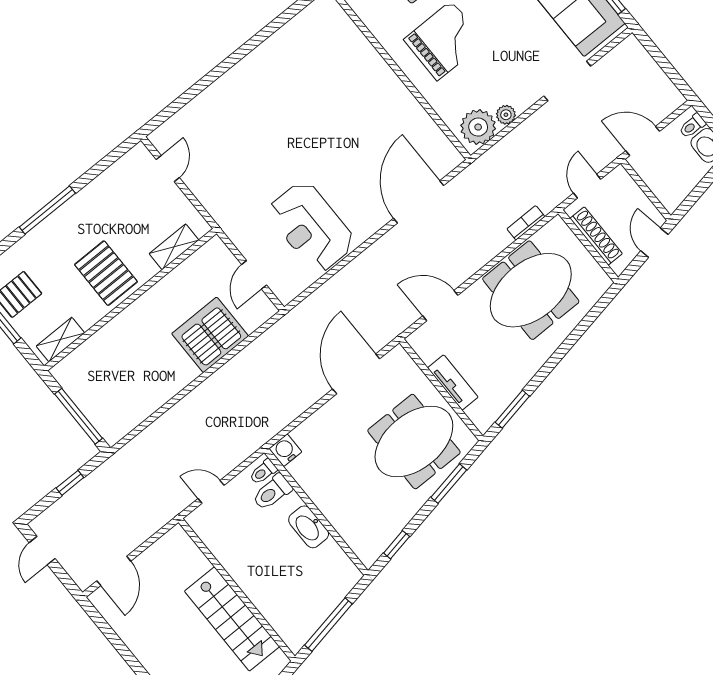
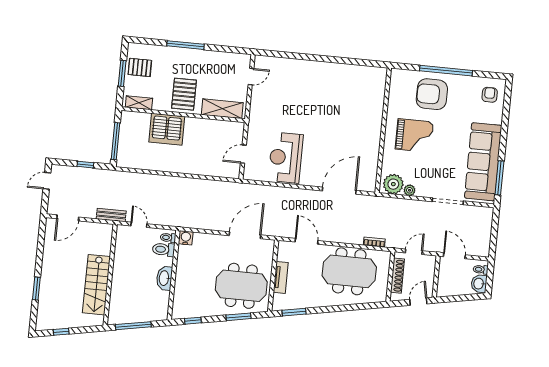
shelving: (174, 247) -> (222, 109), width x1.50, depth x1.33
server rack: (210, 335) -> (167, 129), moved, turned 180
bench: (164, 514) -> (111, 215), added

